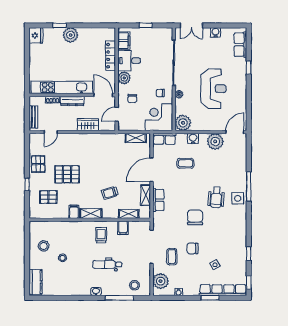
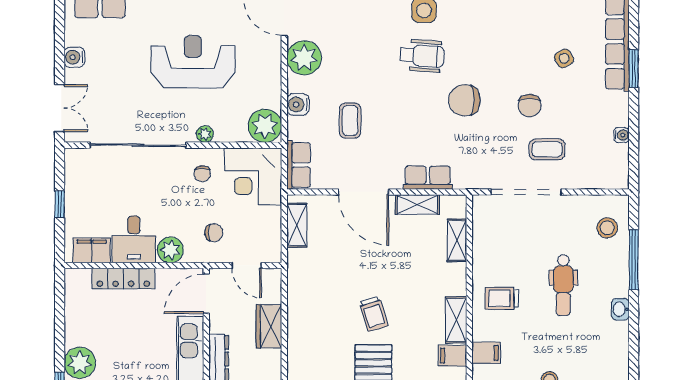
trolley: (110, 193) -> (374, 314), moved
filing cabinet: (123, 228) -> (486, 353), moved
plant: (161, 281) -> (599, 173), removed

